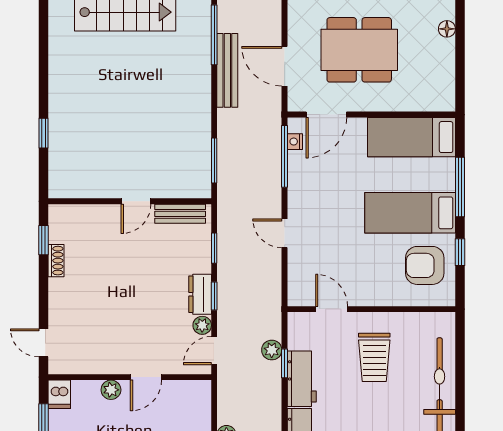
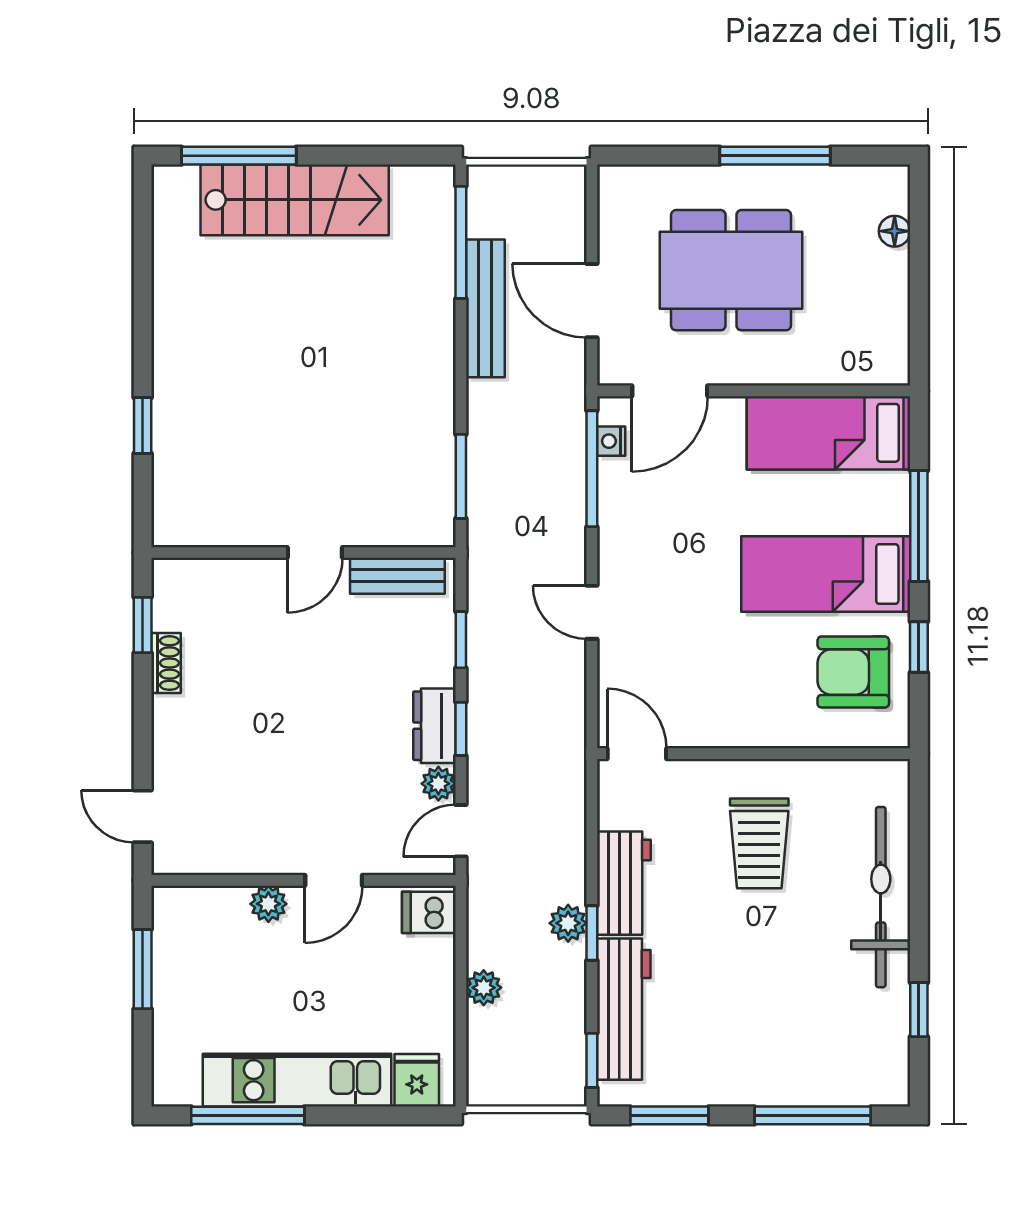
door: (332, 309) -> (637, 754), moved
plant: (272, 350) -> (568, 923), moved
window: (285, 363) -> (592, 933), moved
dishwasher: (59, 394) -> (429, 912), moved, turned 90

